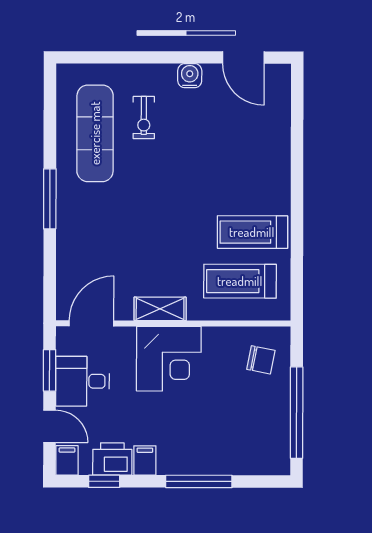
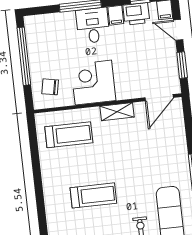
treadmill: (252, 232) -> (93, 195), moved
corner desk: (169, 359) -> (93, 83), moved
desk: (82, 381) -> (93, 26), moved, turned -90

